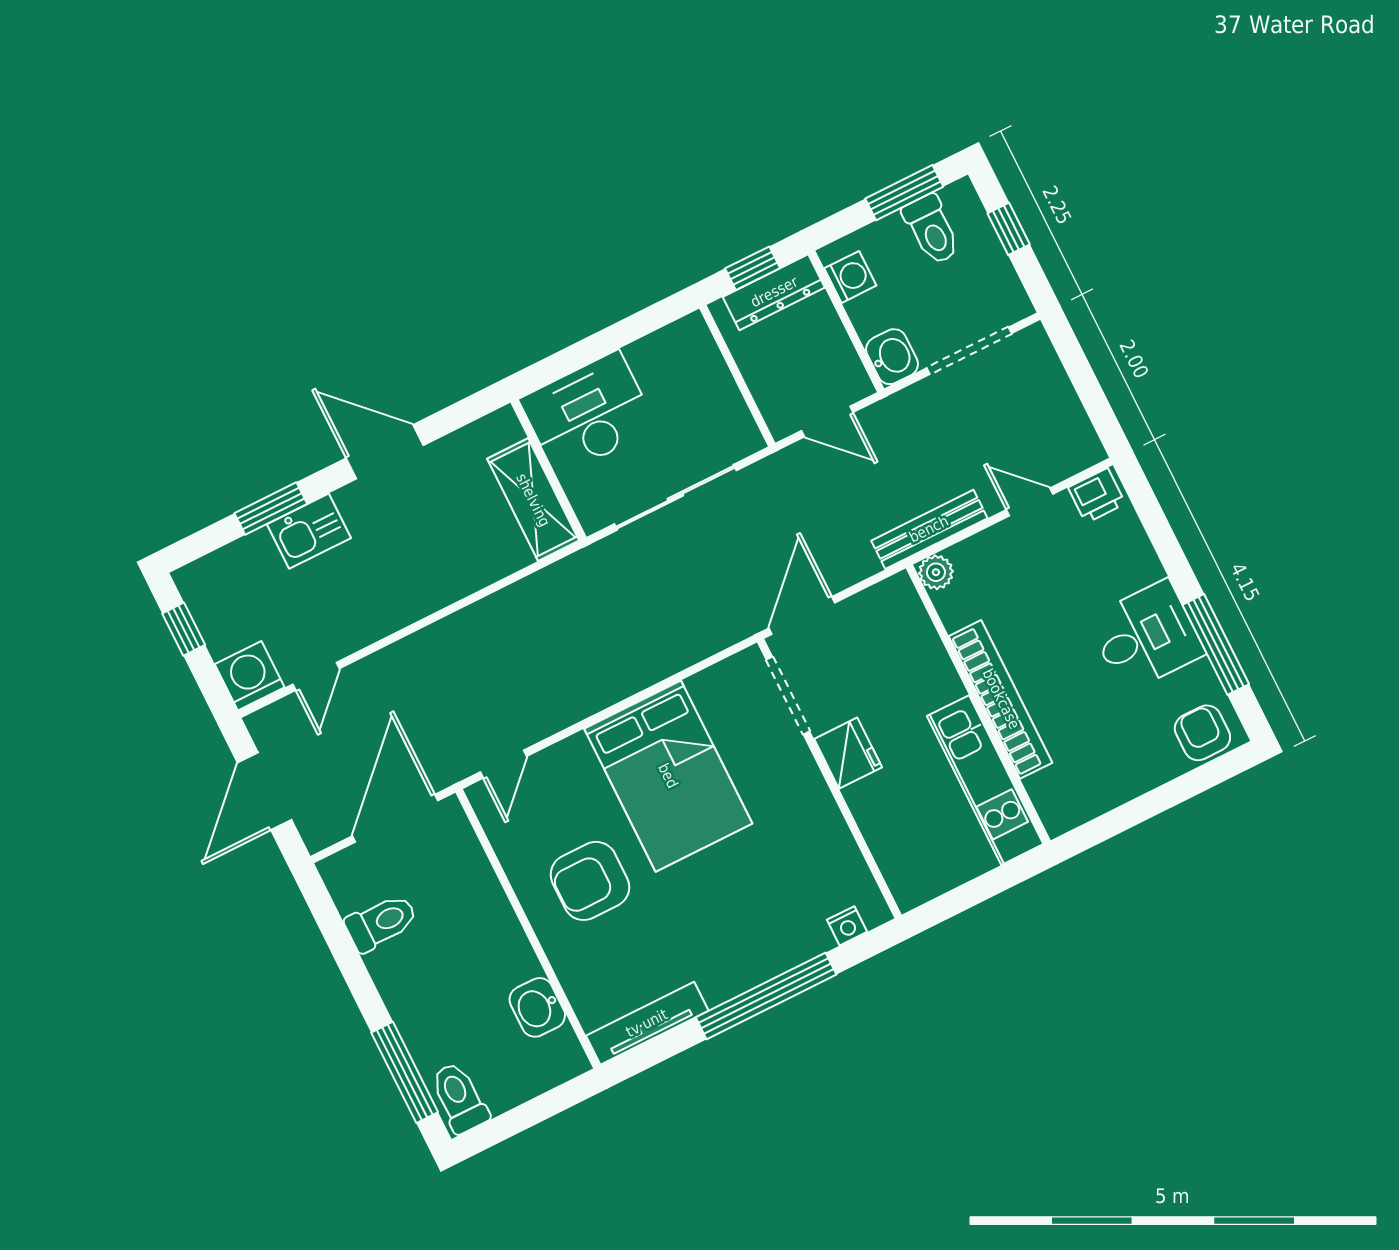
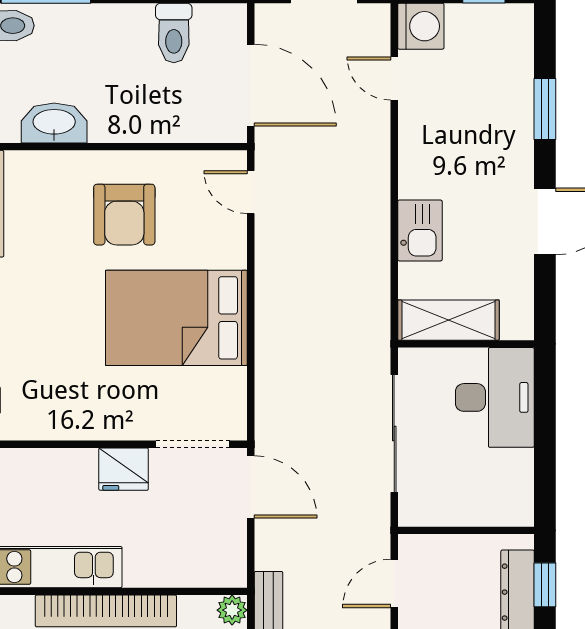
kitchen sink: (309, 531) -> (420, 230), moved, turned 180
armchair: (590, 881) -> (124, 215), turned 180
washbasin: (537, 1007) -> (54, 123), width x1.38

